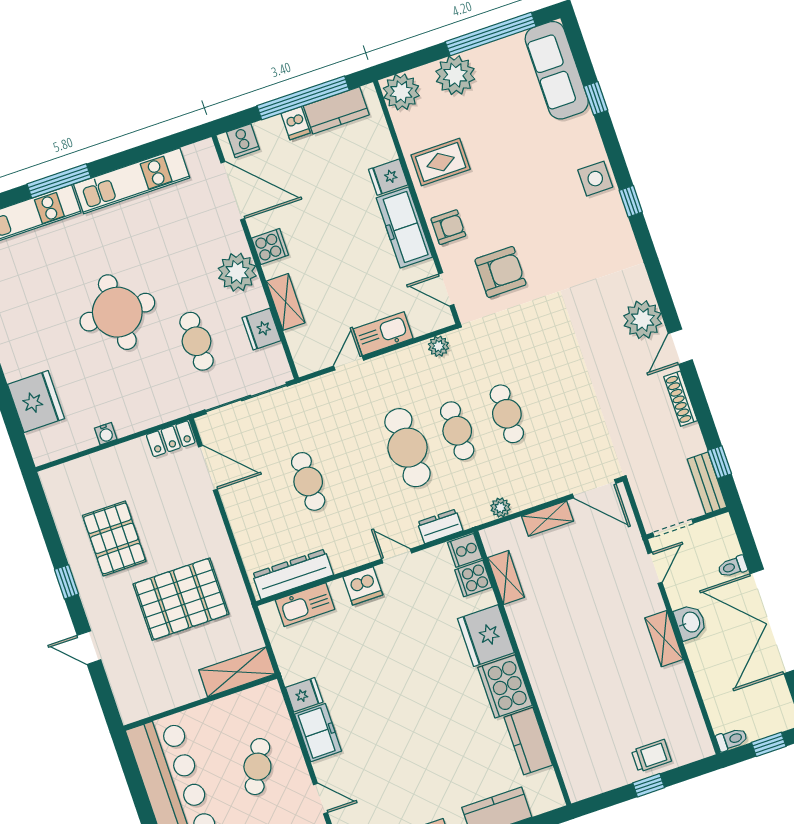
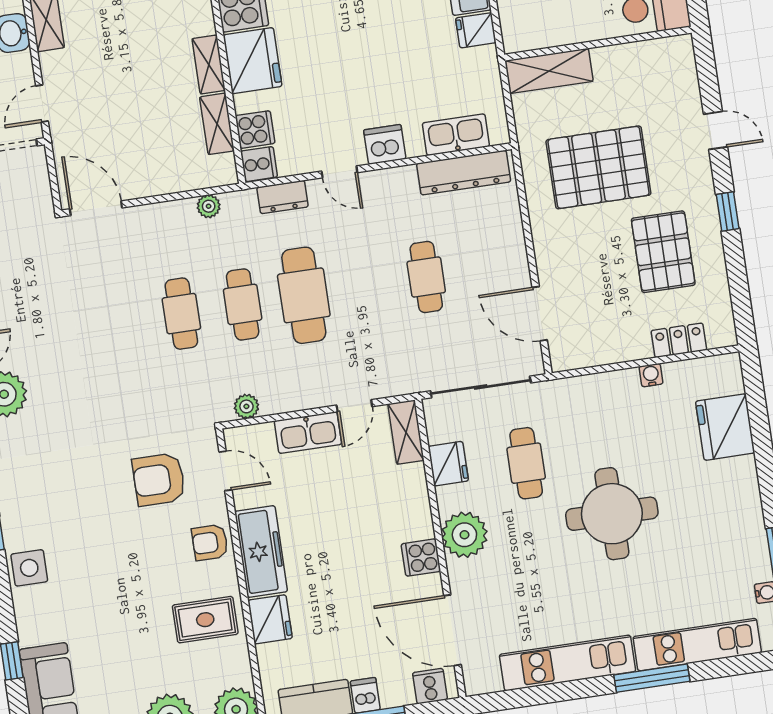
fridge: (388, 177) -> (270, 619), width x1.38
shelving: (286, 302) -> (406, 432), moved
locker: (171, 439) -> (679, 340), moved
shelving: (548, 519) -> (209, 64), moved, turned 90

